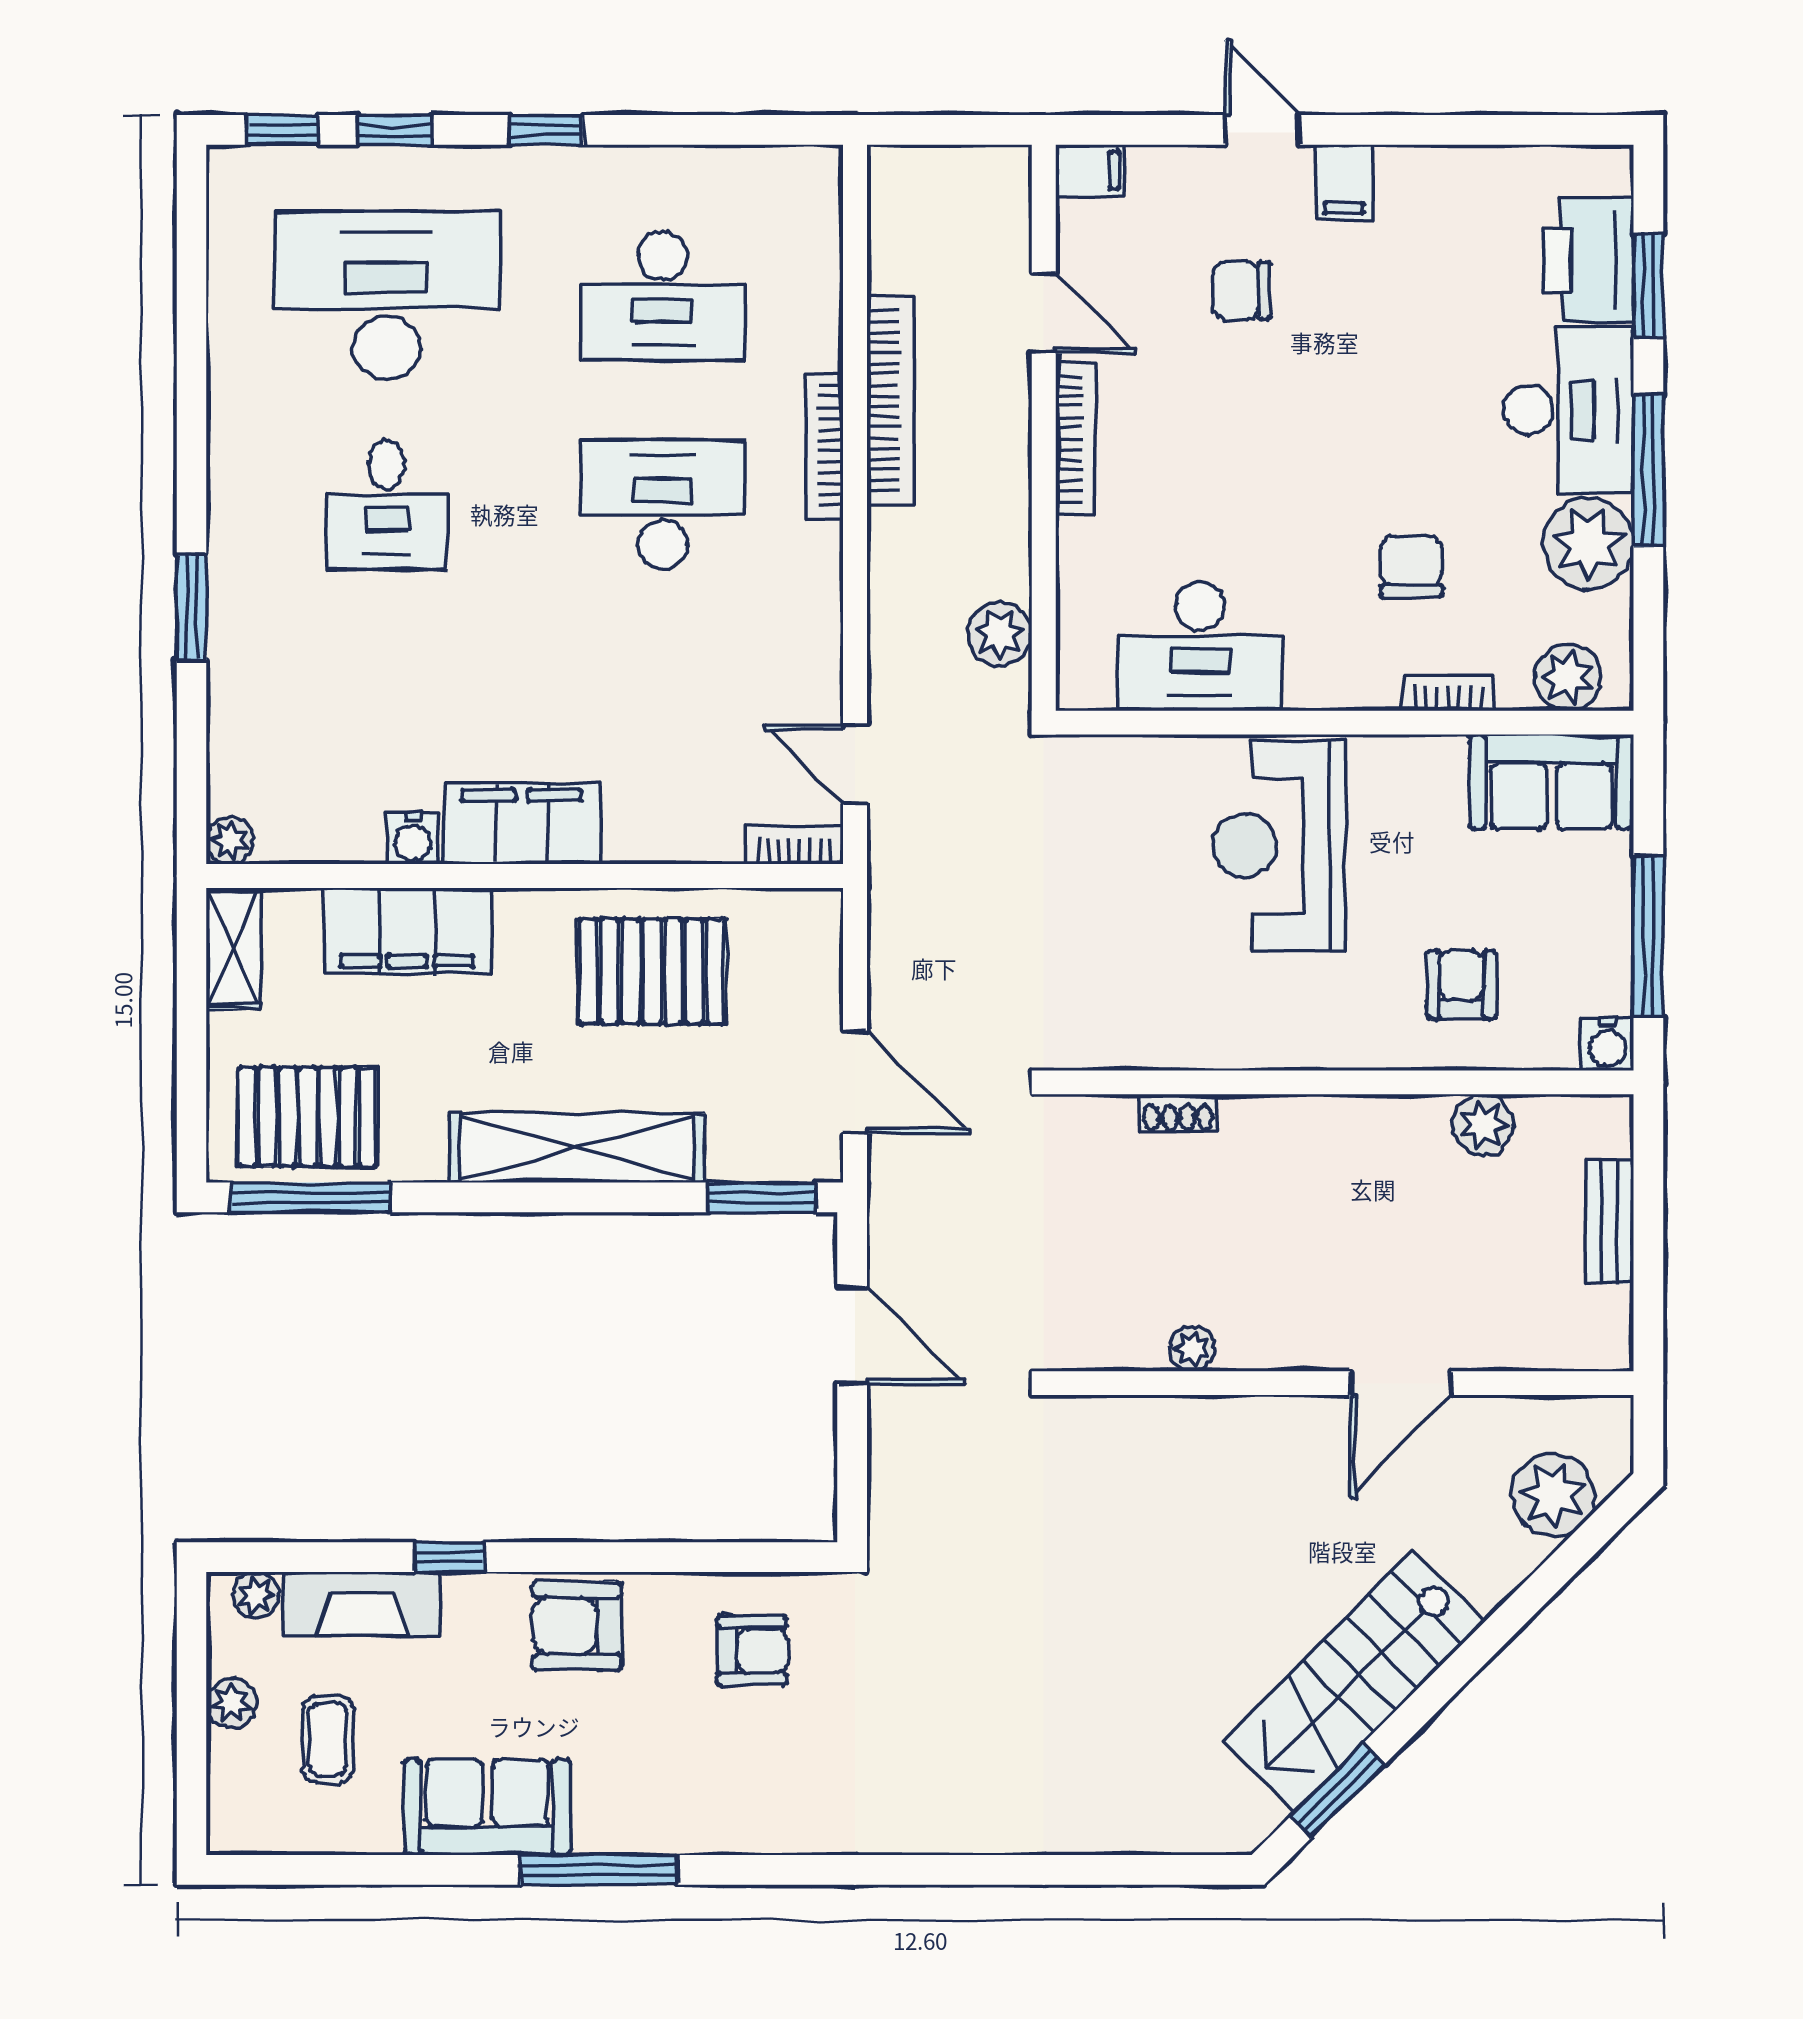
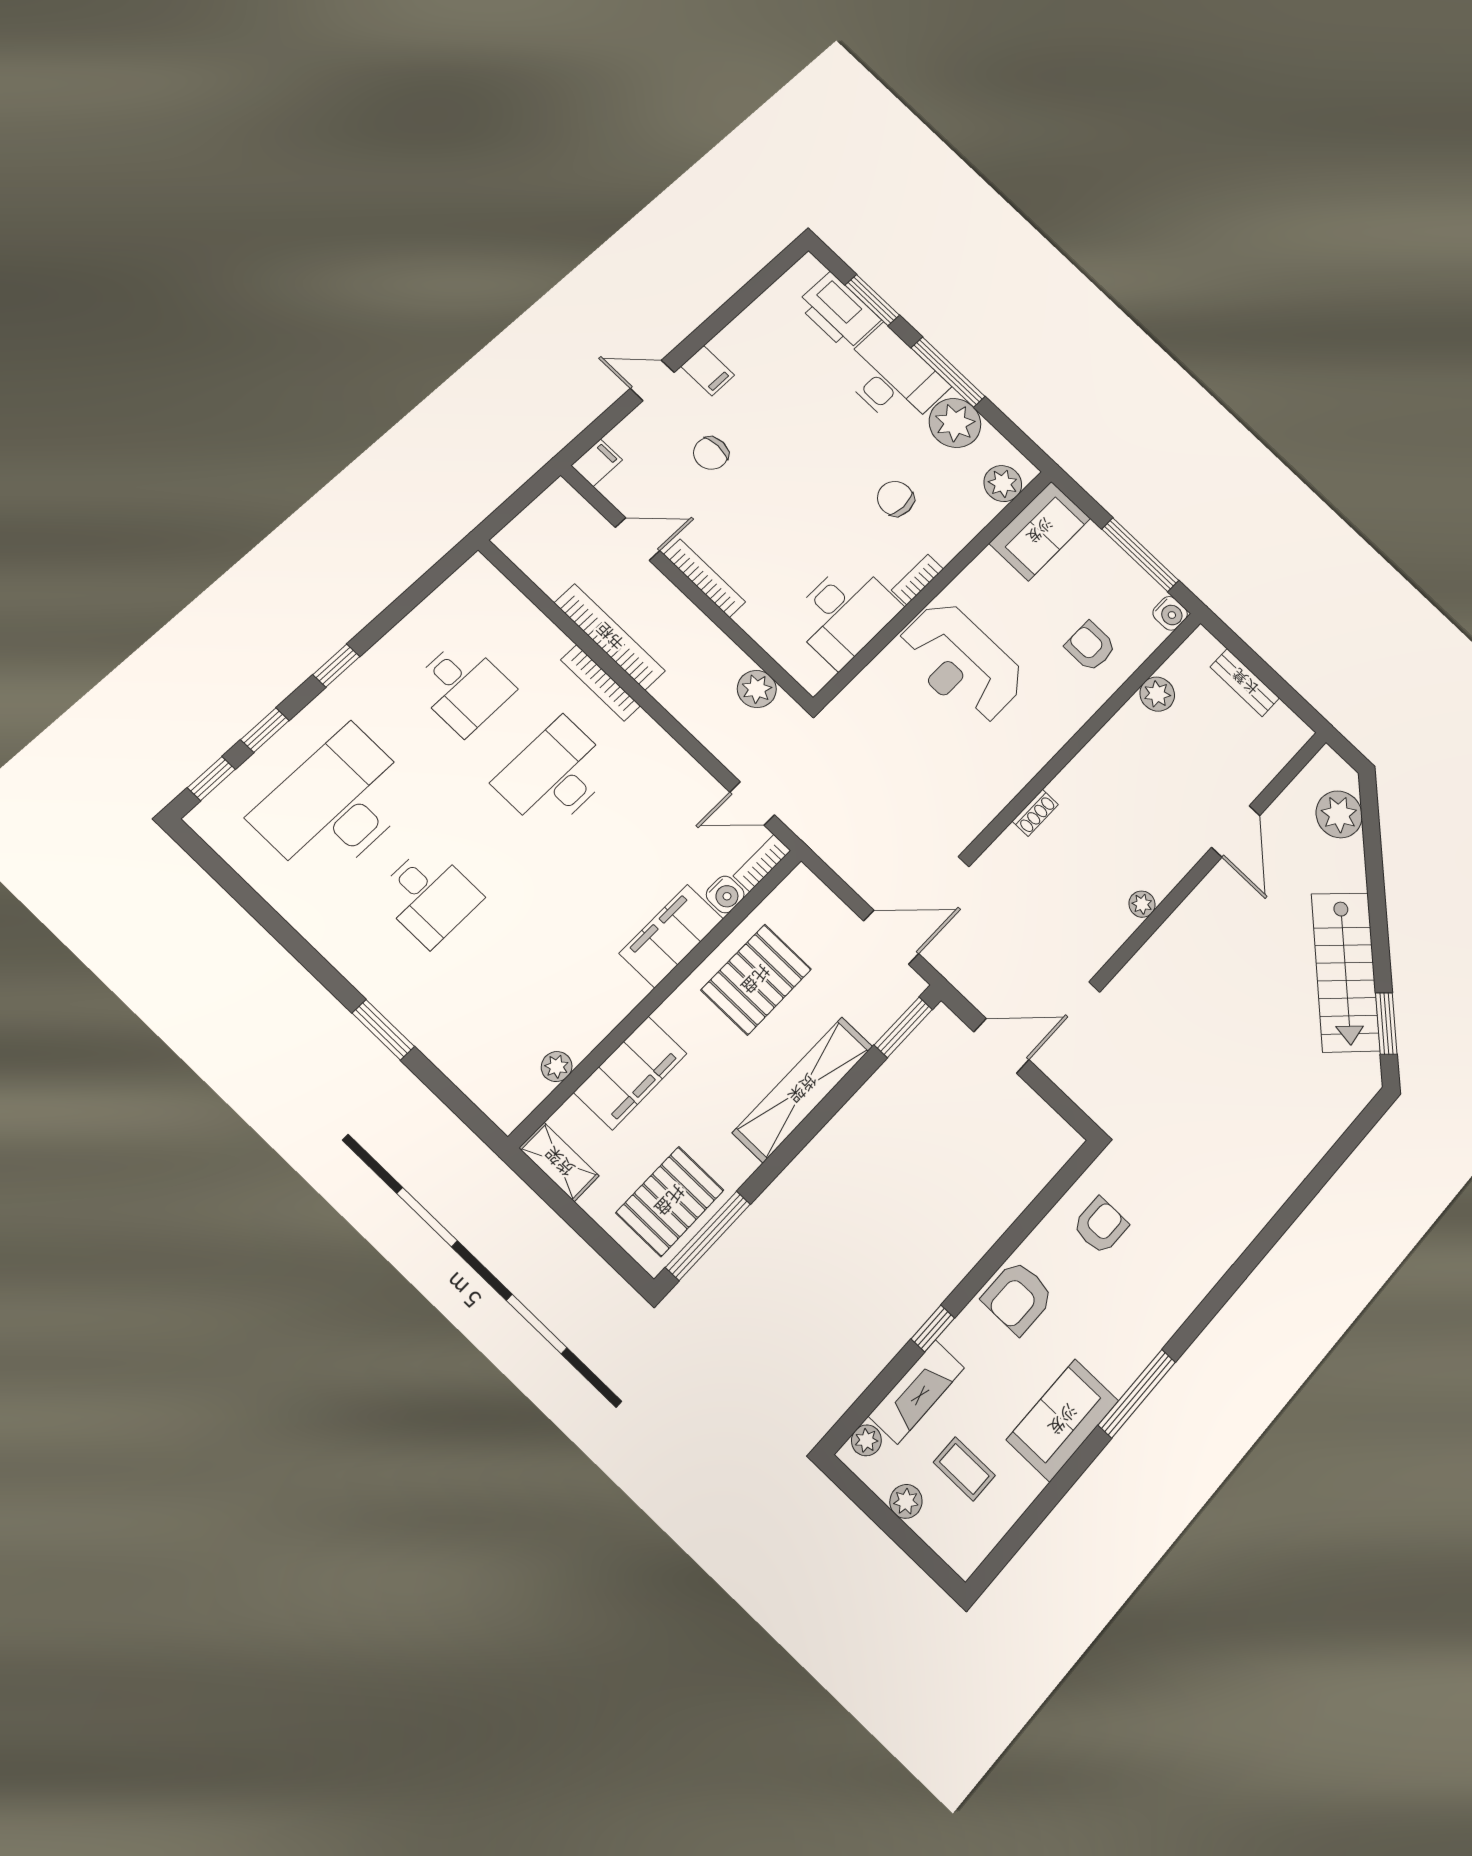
desk: (663, 296) -> (463, 687), width x0.73
bookcase: (1448, 692) -> (917, 580), moved
filing cabinet: (521, 824) -> (671, 936), moved
water cooler: (413, 838) -> (725, 894), moved
plant: (230, 841) -> (557, 1067), moved

